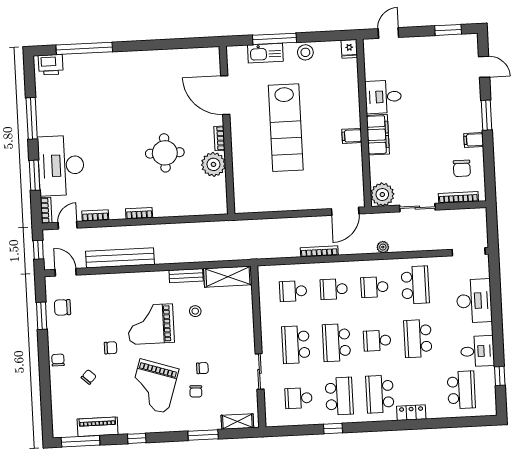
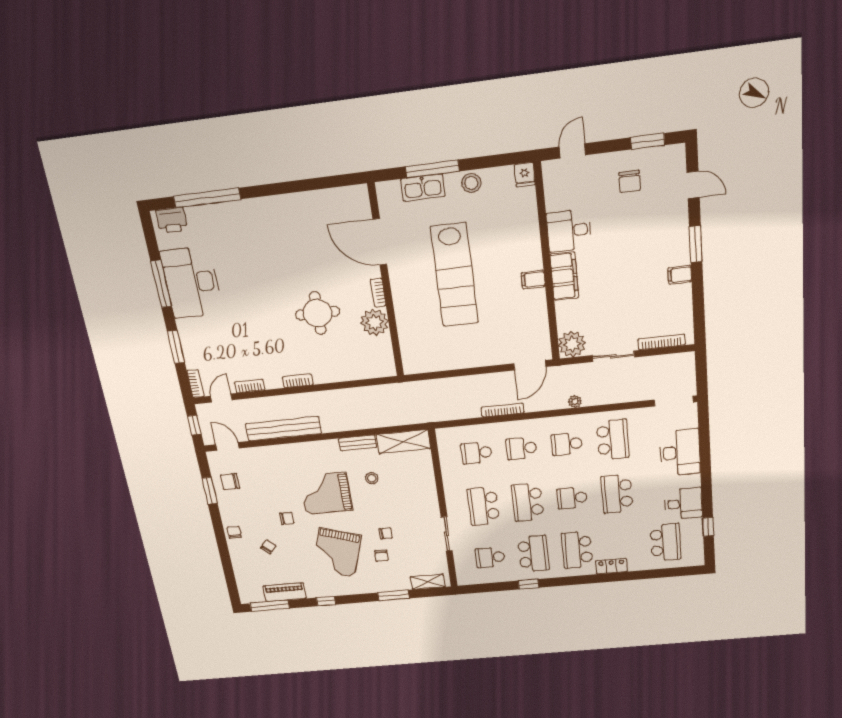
desk: (61, 166) -> (192, 283), moved
chair: (462, 168) -> (630, 181), moved

